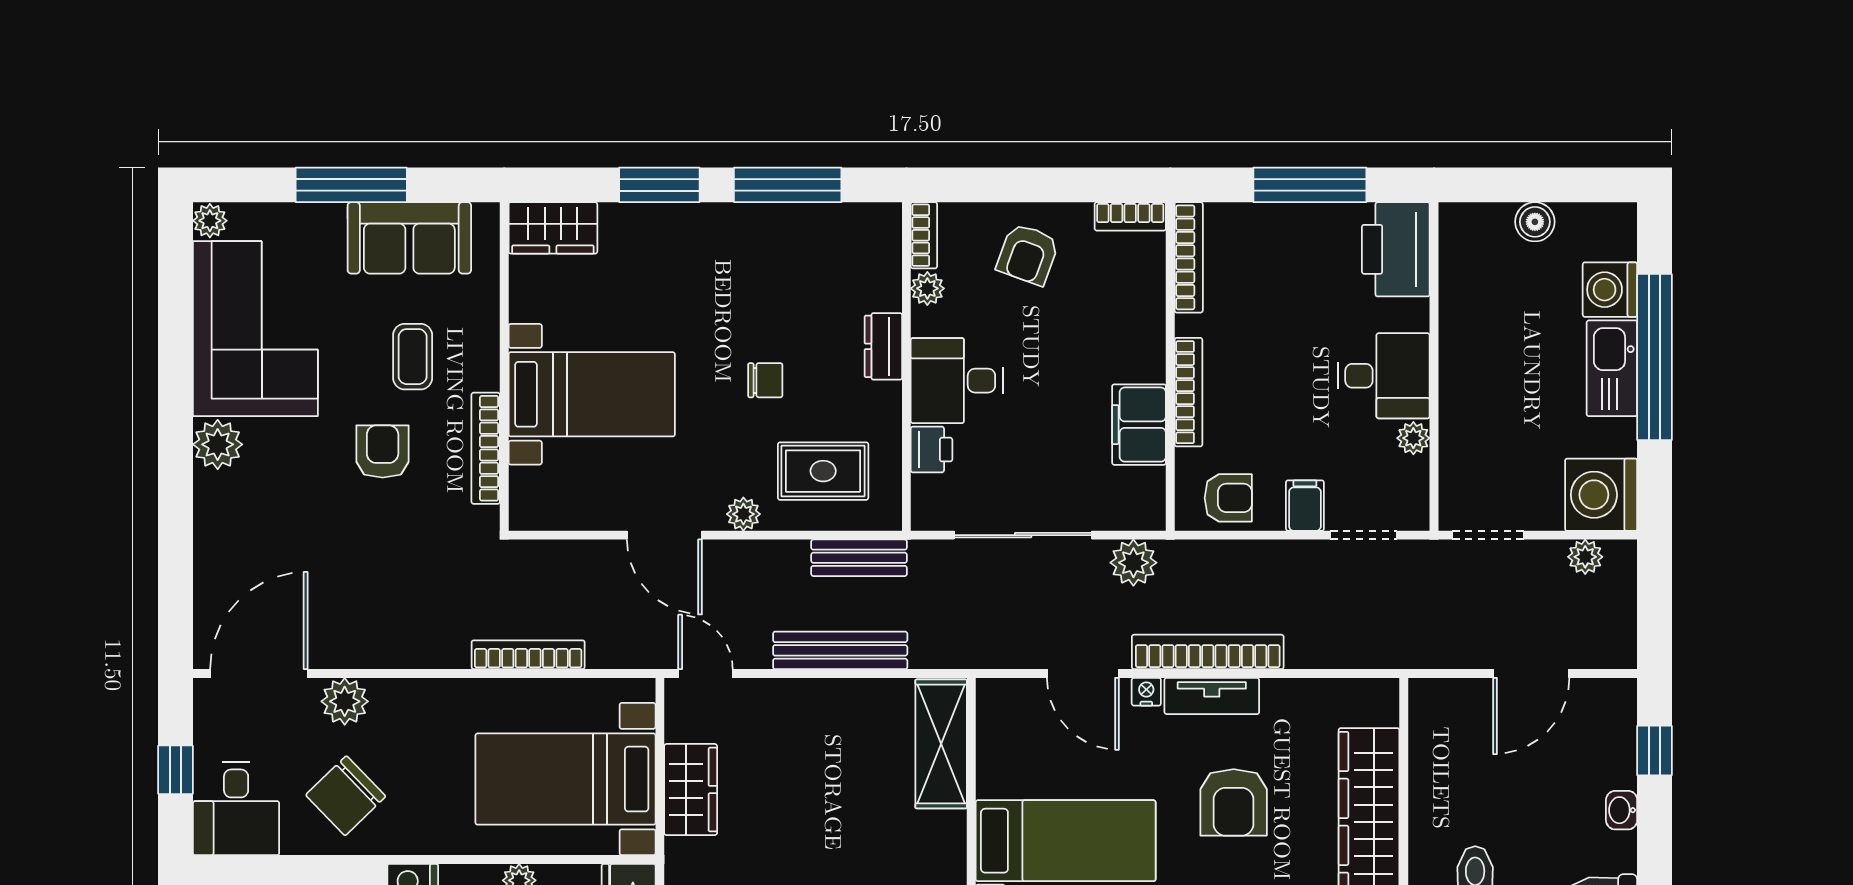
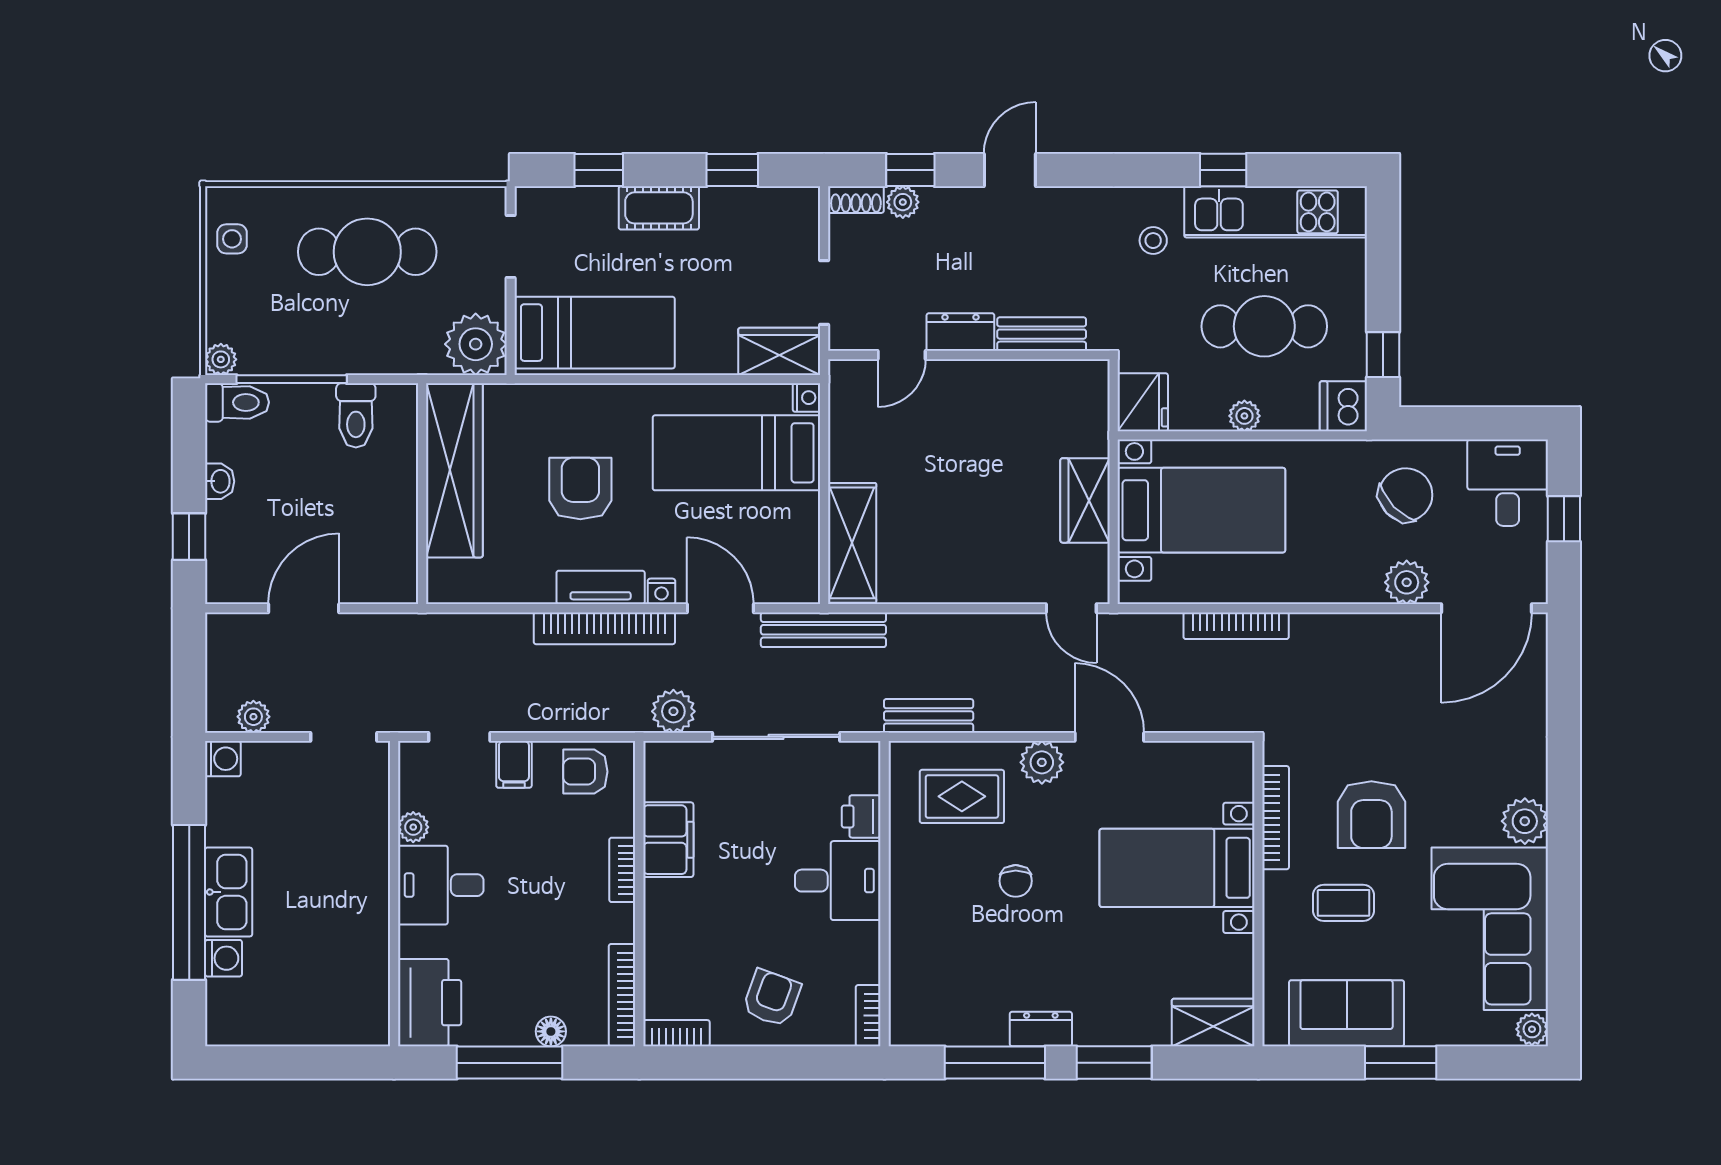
window: (351, 185) -> (1401, 1063), width x0.69
floor lamp: (1265, 218) -> (551, 1031), added
boiler: (1535, 222) -> (300, 1028), removed
plant: (927, 288) -> (865, 966), removed
washing machine: (1610, 290) -> (223, 958), width x0.73, depth x0.73
dresser: (883, 346) -> (1041, 1029), moved, turned -90
coffee table: (413, 357) -> (1344, 903), turned 90
chair: (765, 380) -> (1016, 881), turned -90
bookcase: (1188, 392) -> (622, 870), width x0.64
armchair: (383, 451) -> (1371, 815), width x1.38, depth x1.38
washing machine: (1601, 495) -> (223, 759), width x0.53, depth x0.53
plant: (743, 514) -> (1042, 762), width x1.38, depth x1.38
bench: (840, 650) -> (823, 630), moved

